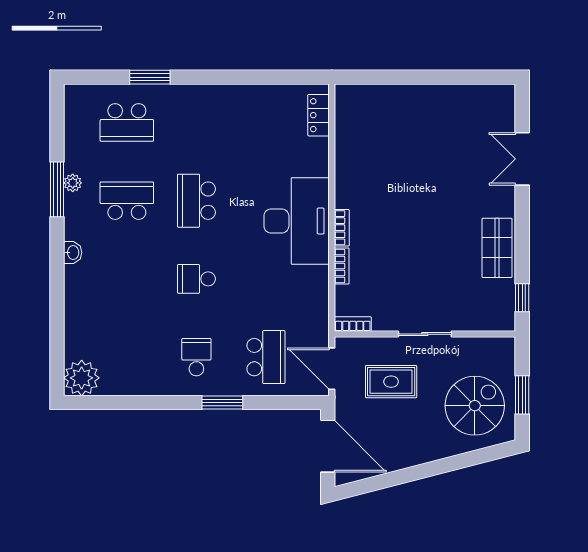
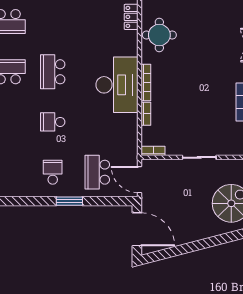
round table: (363, 143) -> (159, 35), added
bookcase: (342, 228) -> (146, 82), width x1.56
school desk: (266, 357) -> (97, 172), turned 180
rug: (391, 382) -> (178, 188), removed

